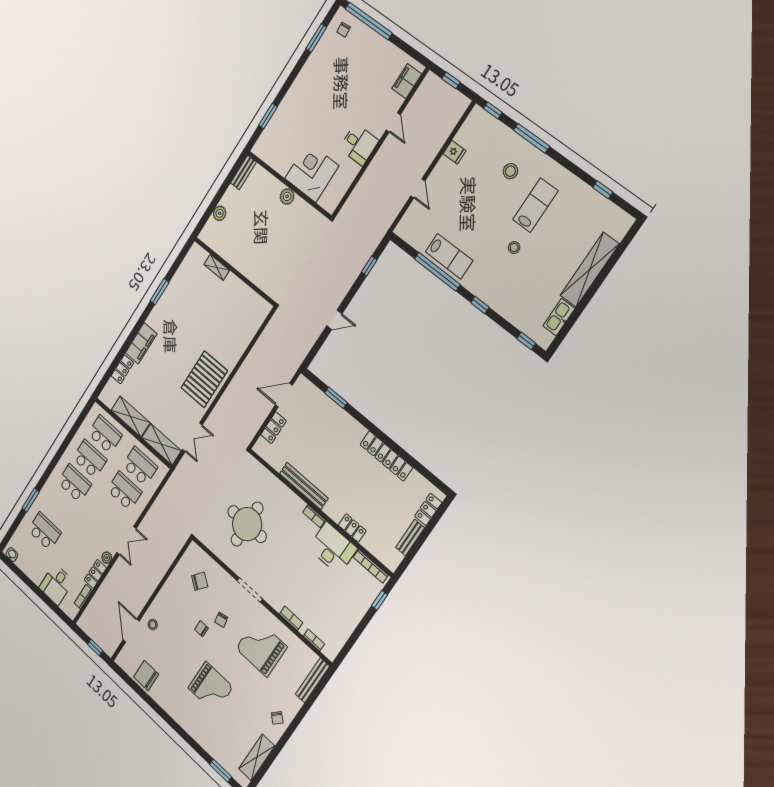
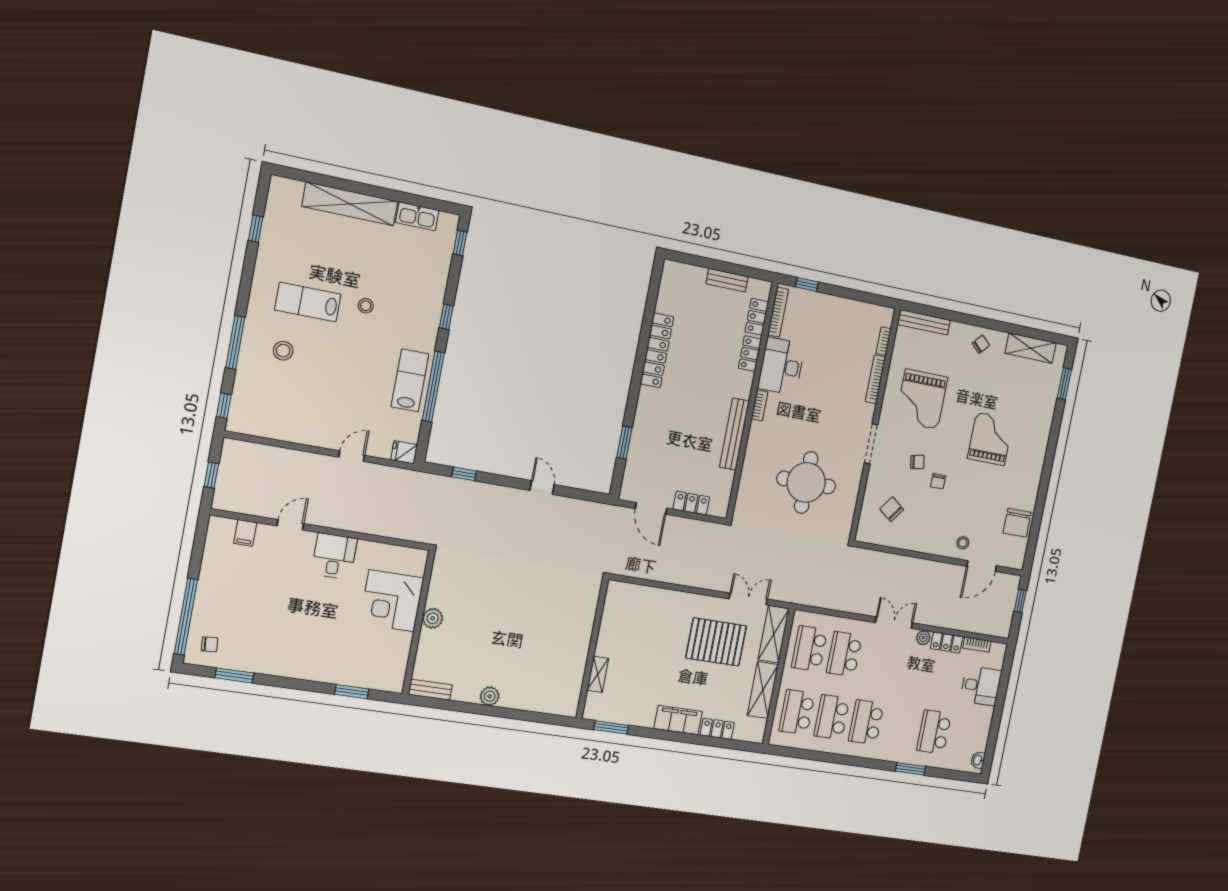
filing cabinet: (407, 81) -> (245, 533), width x0.50
fridge: (454, 152) -> (404, 452), moved, turned -90
shelving: (217, 267) -> (598, 674), moved
wall: (235, 271) -> (592, 649), moved
pallet: (204, 379) -> (716, 642), moved
locker: (428, 509) -> (757, 317), moved, turned 90
bookcase: (291, 618) -> (875, 379), width x1.56

